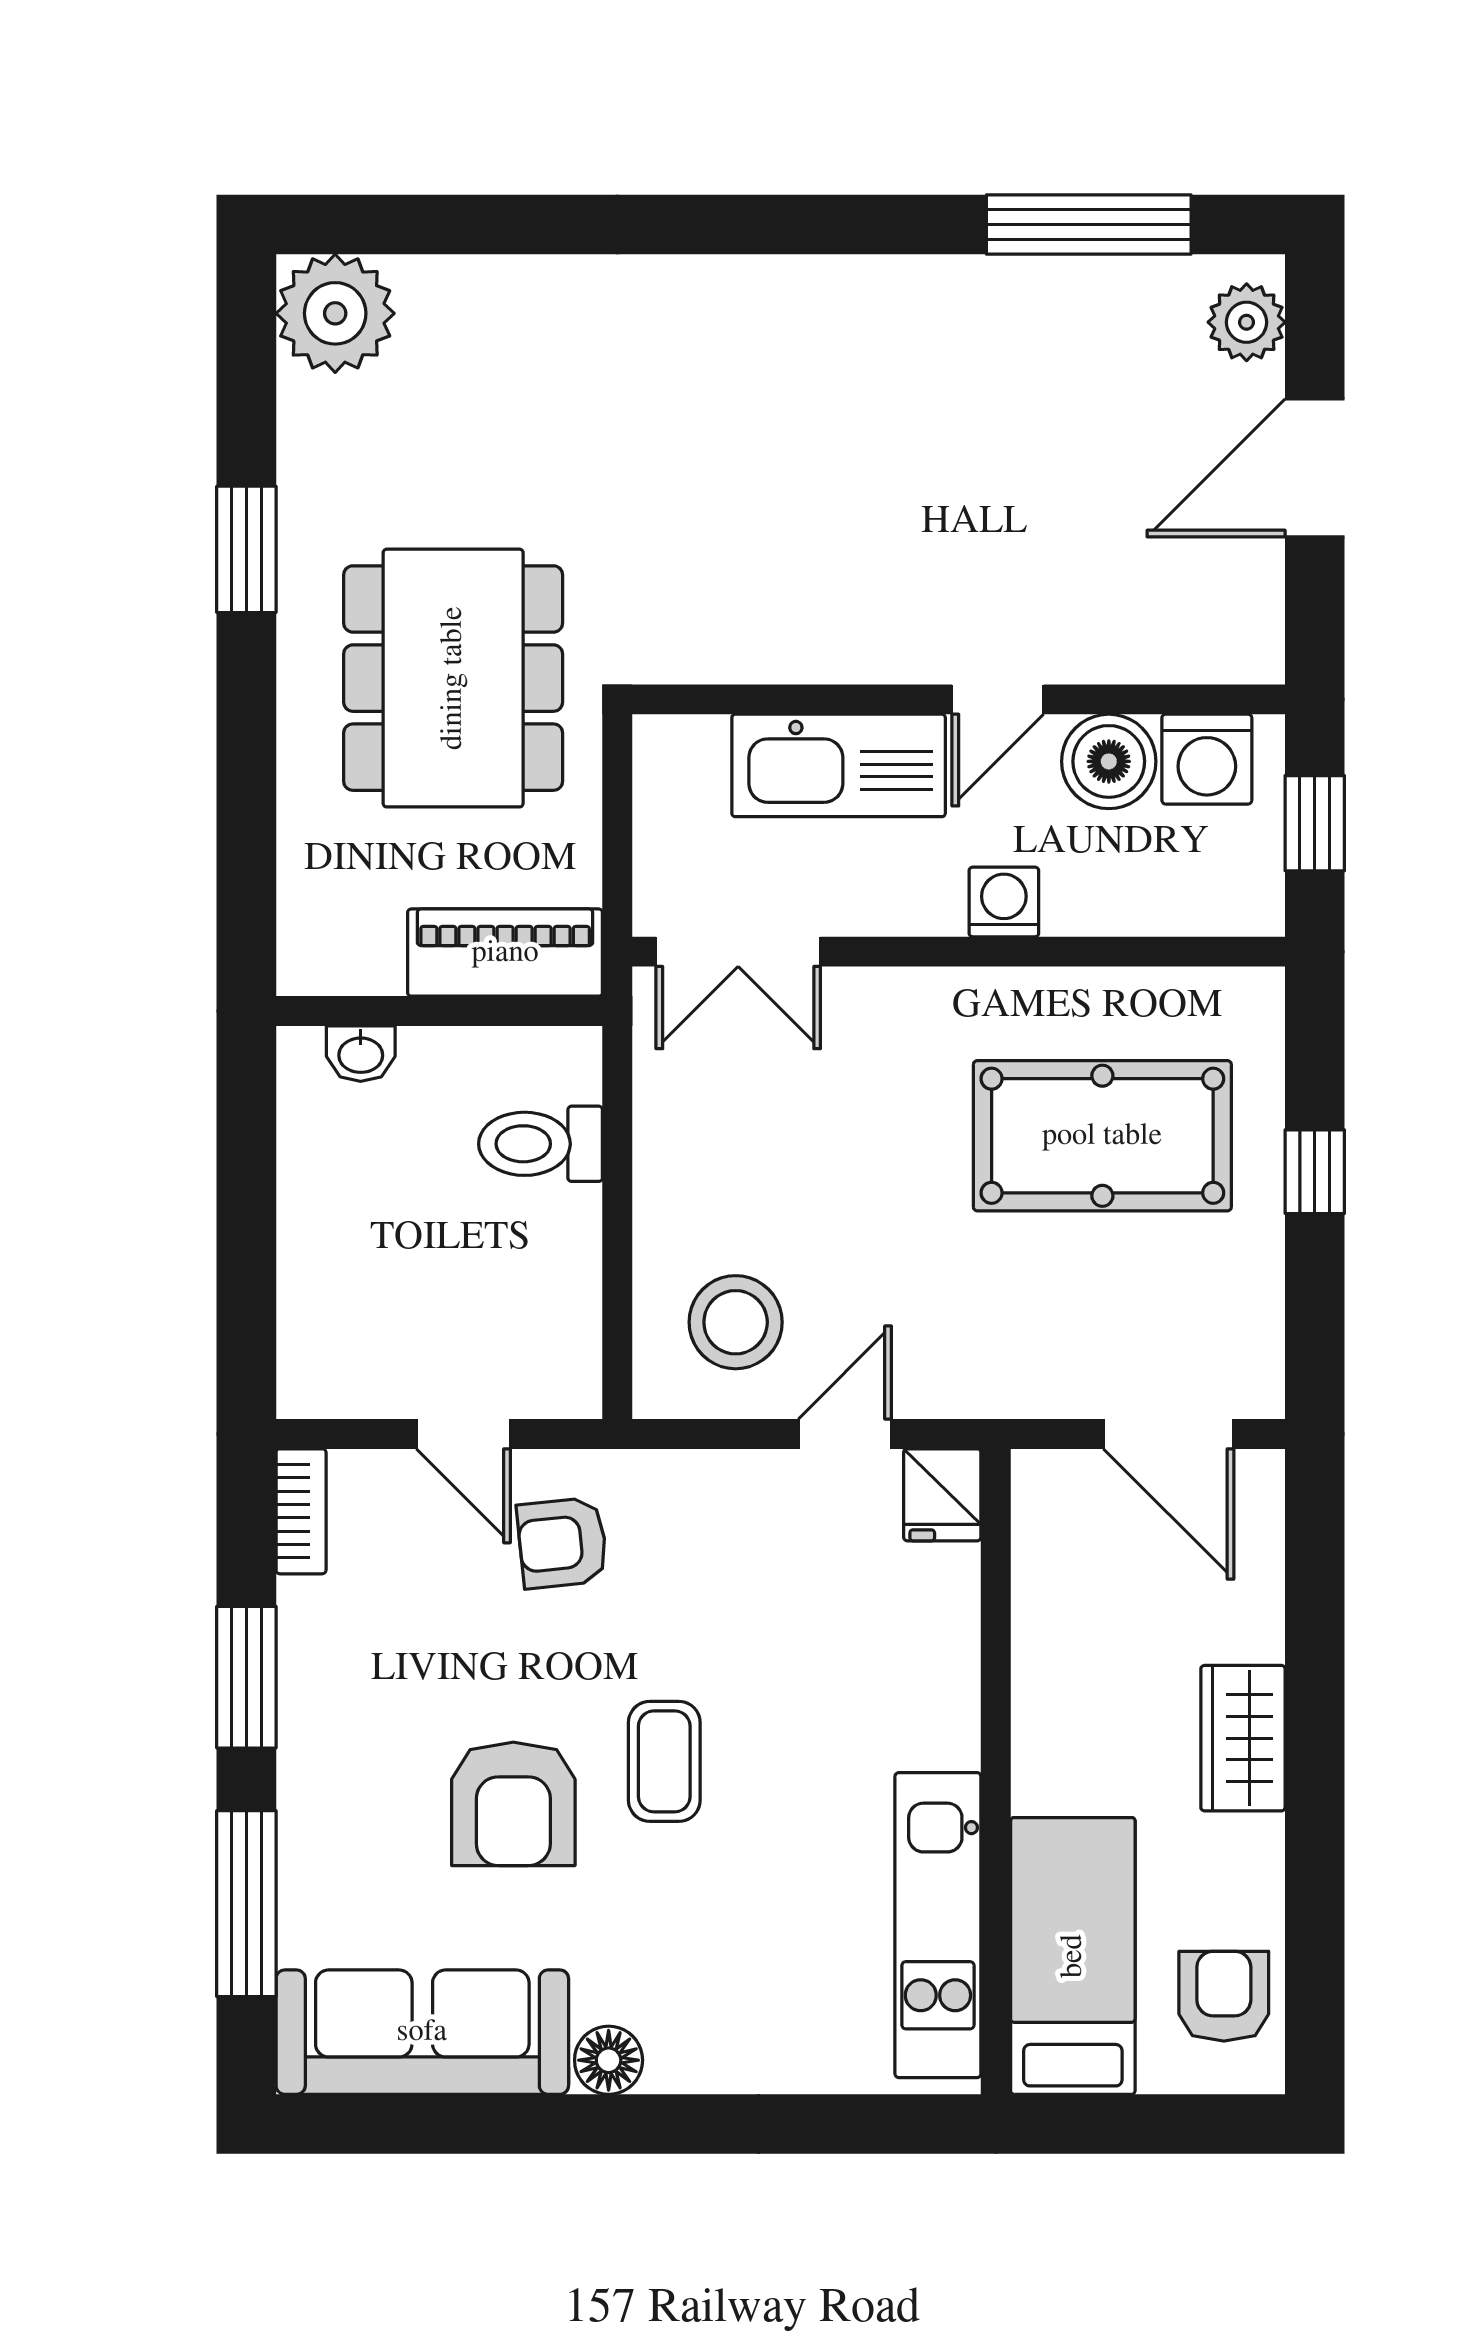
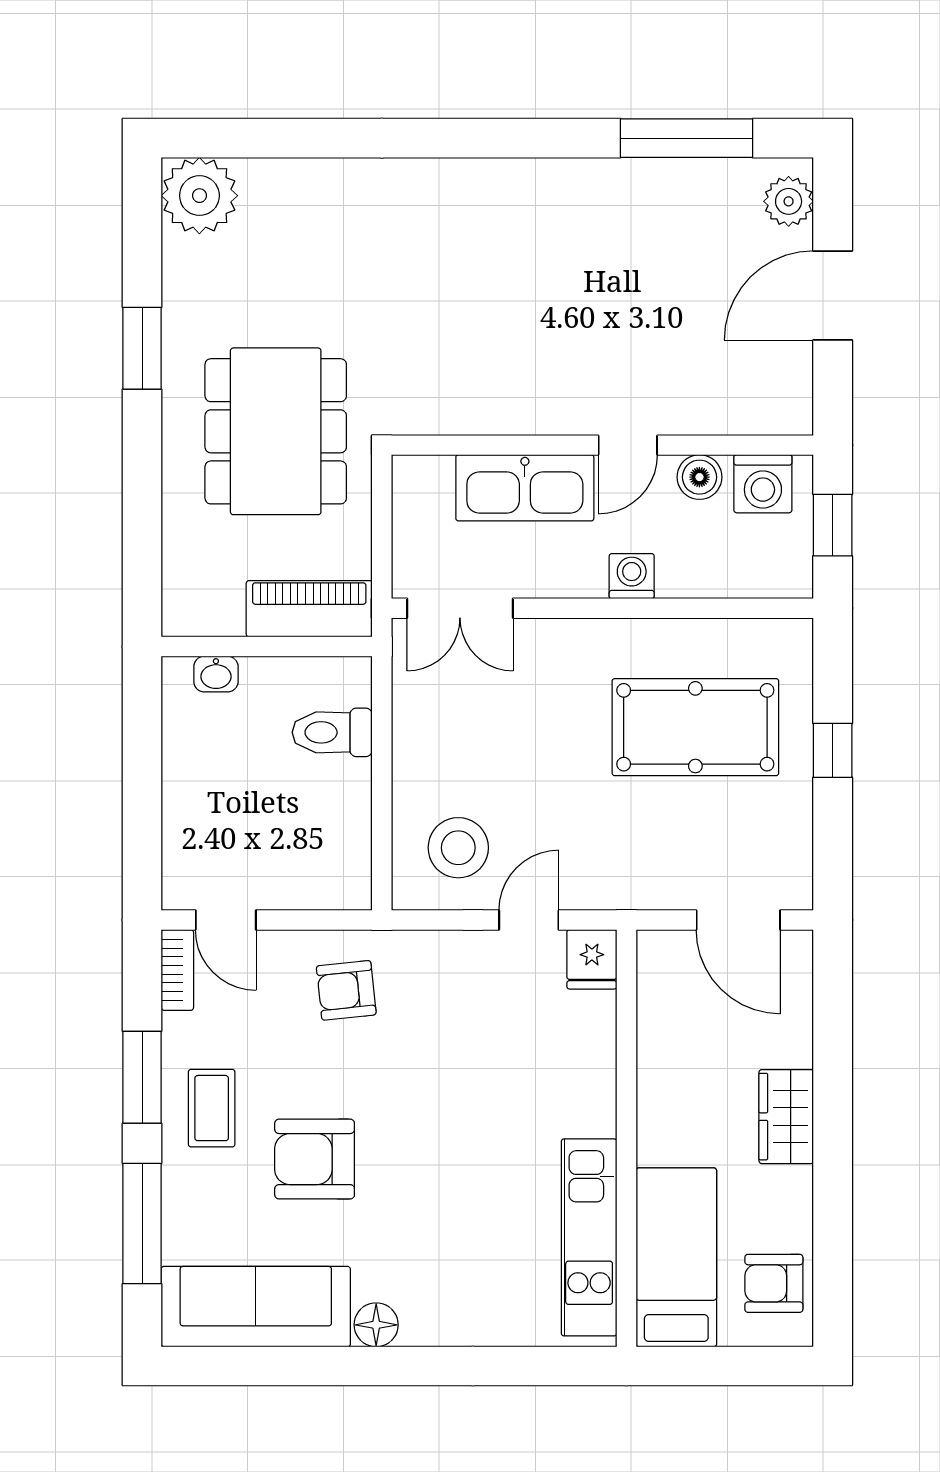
boiler: (1109, 761) -> (699, 477), width x0.73, depth x0.73
door: (463, 1434) -> (226, 920), moved
coffee table: (664, 1761) -> (212, 1108), moved
armchair: (513, 1804) -> (315, 1159), turned 90
armchair: (1224, 1996) -> (774, 1283), turned -90

